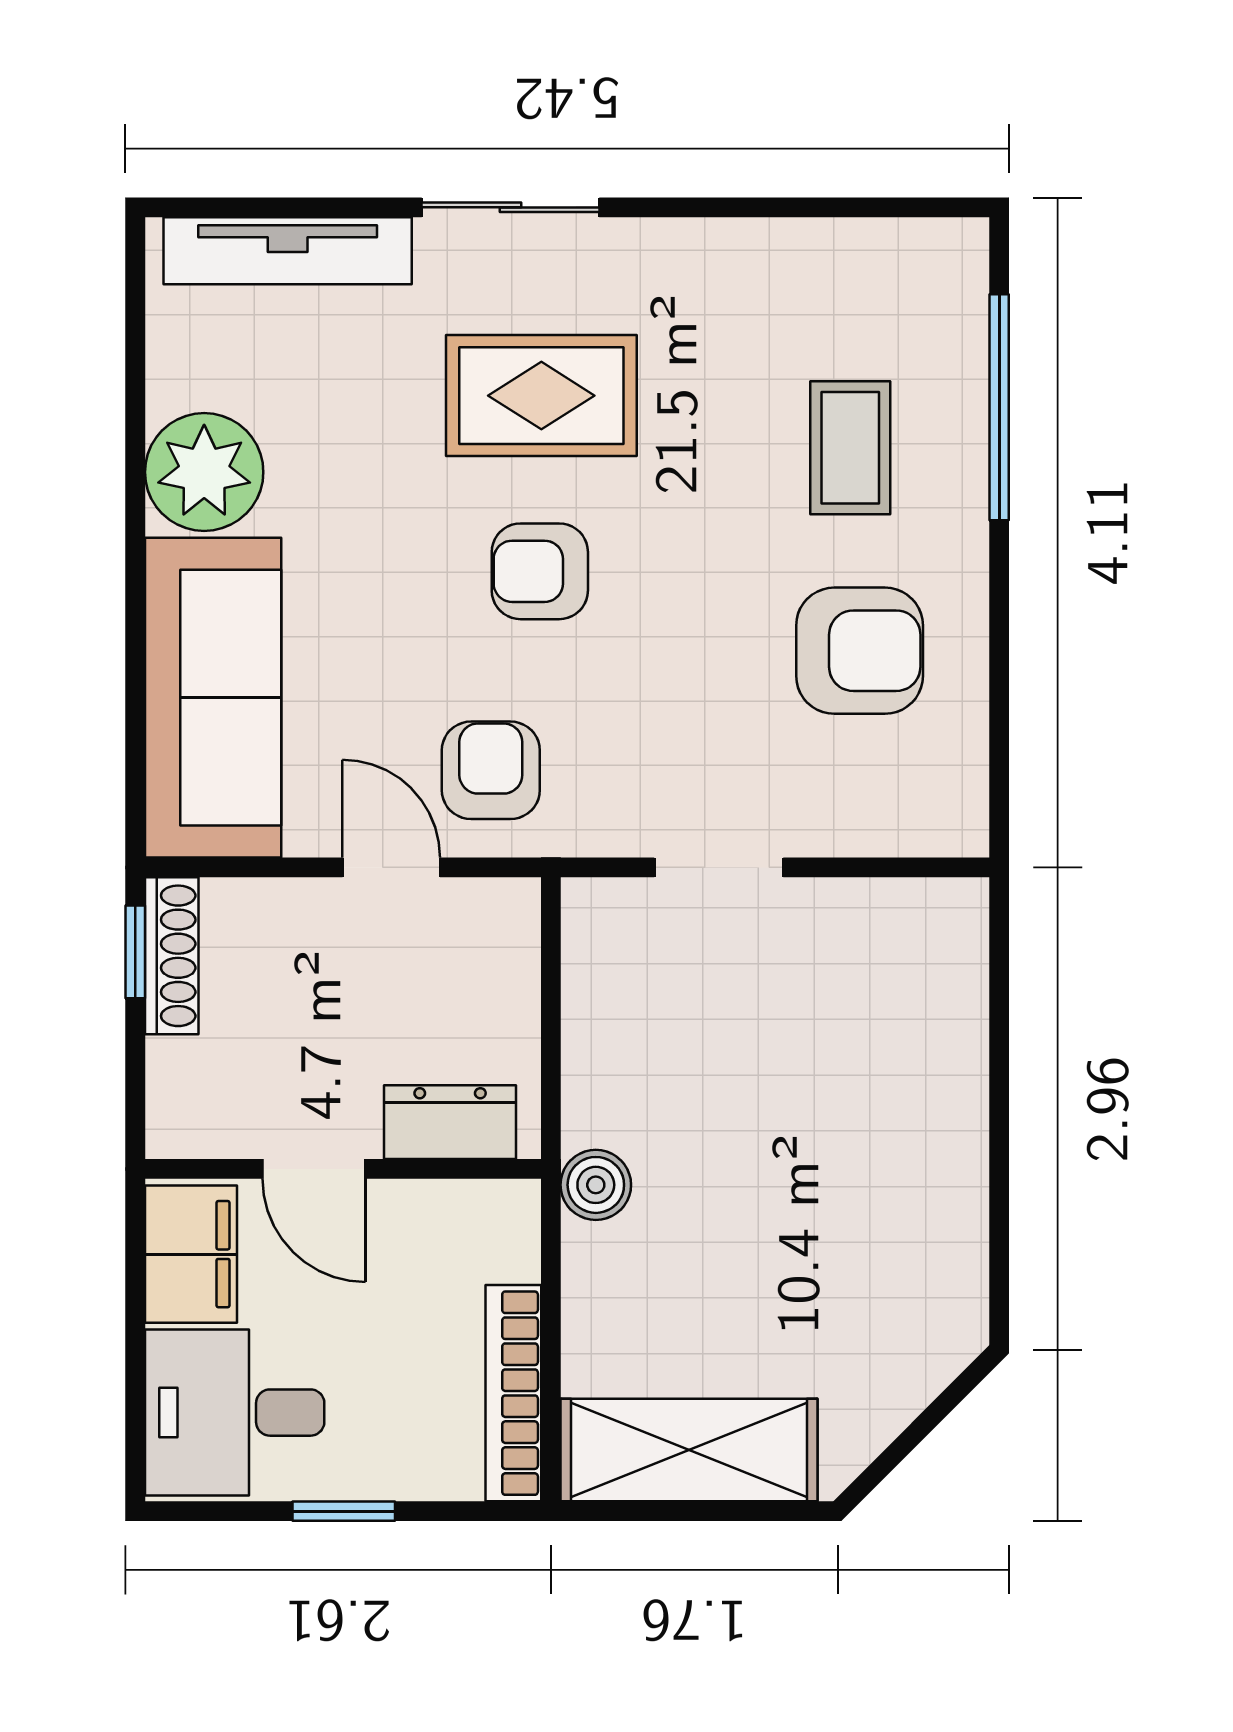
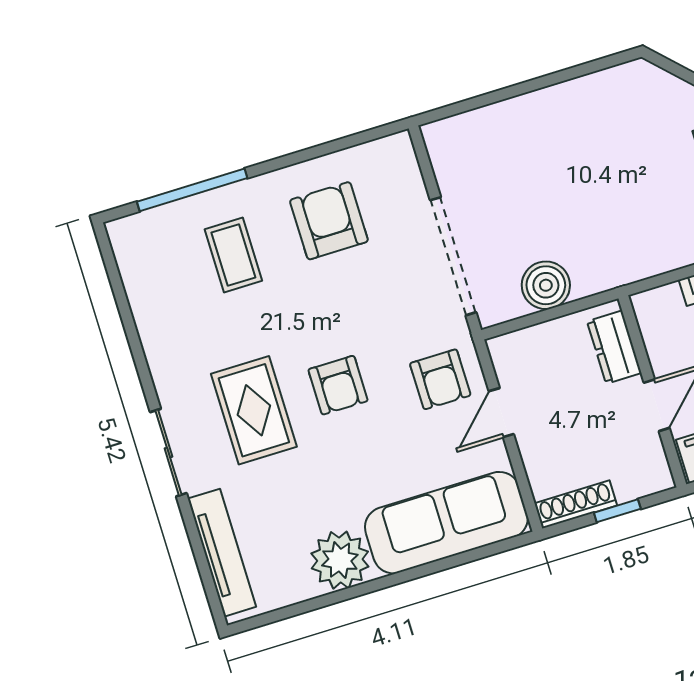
coffee table: (850, 448) -> (233, 255), turned 90
armchair: (491, 770) -> (440, 379), turned -90
doorway: (719, 867) -> (453, 256), width x1.88
window: (135, 952) -> (617, 511), moved
boiler: (596, 1185) -> (546, 285), moved, width x1.36, depth x1.36

